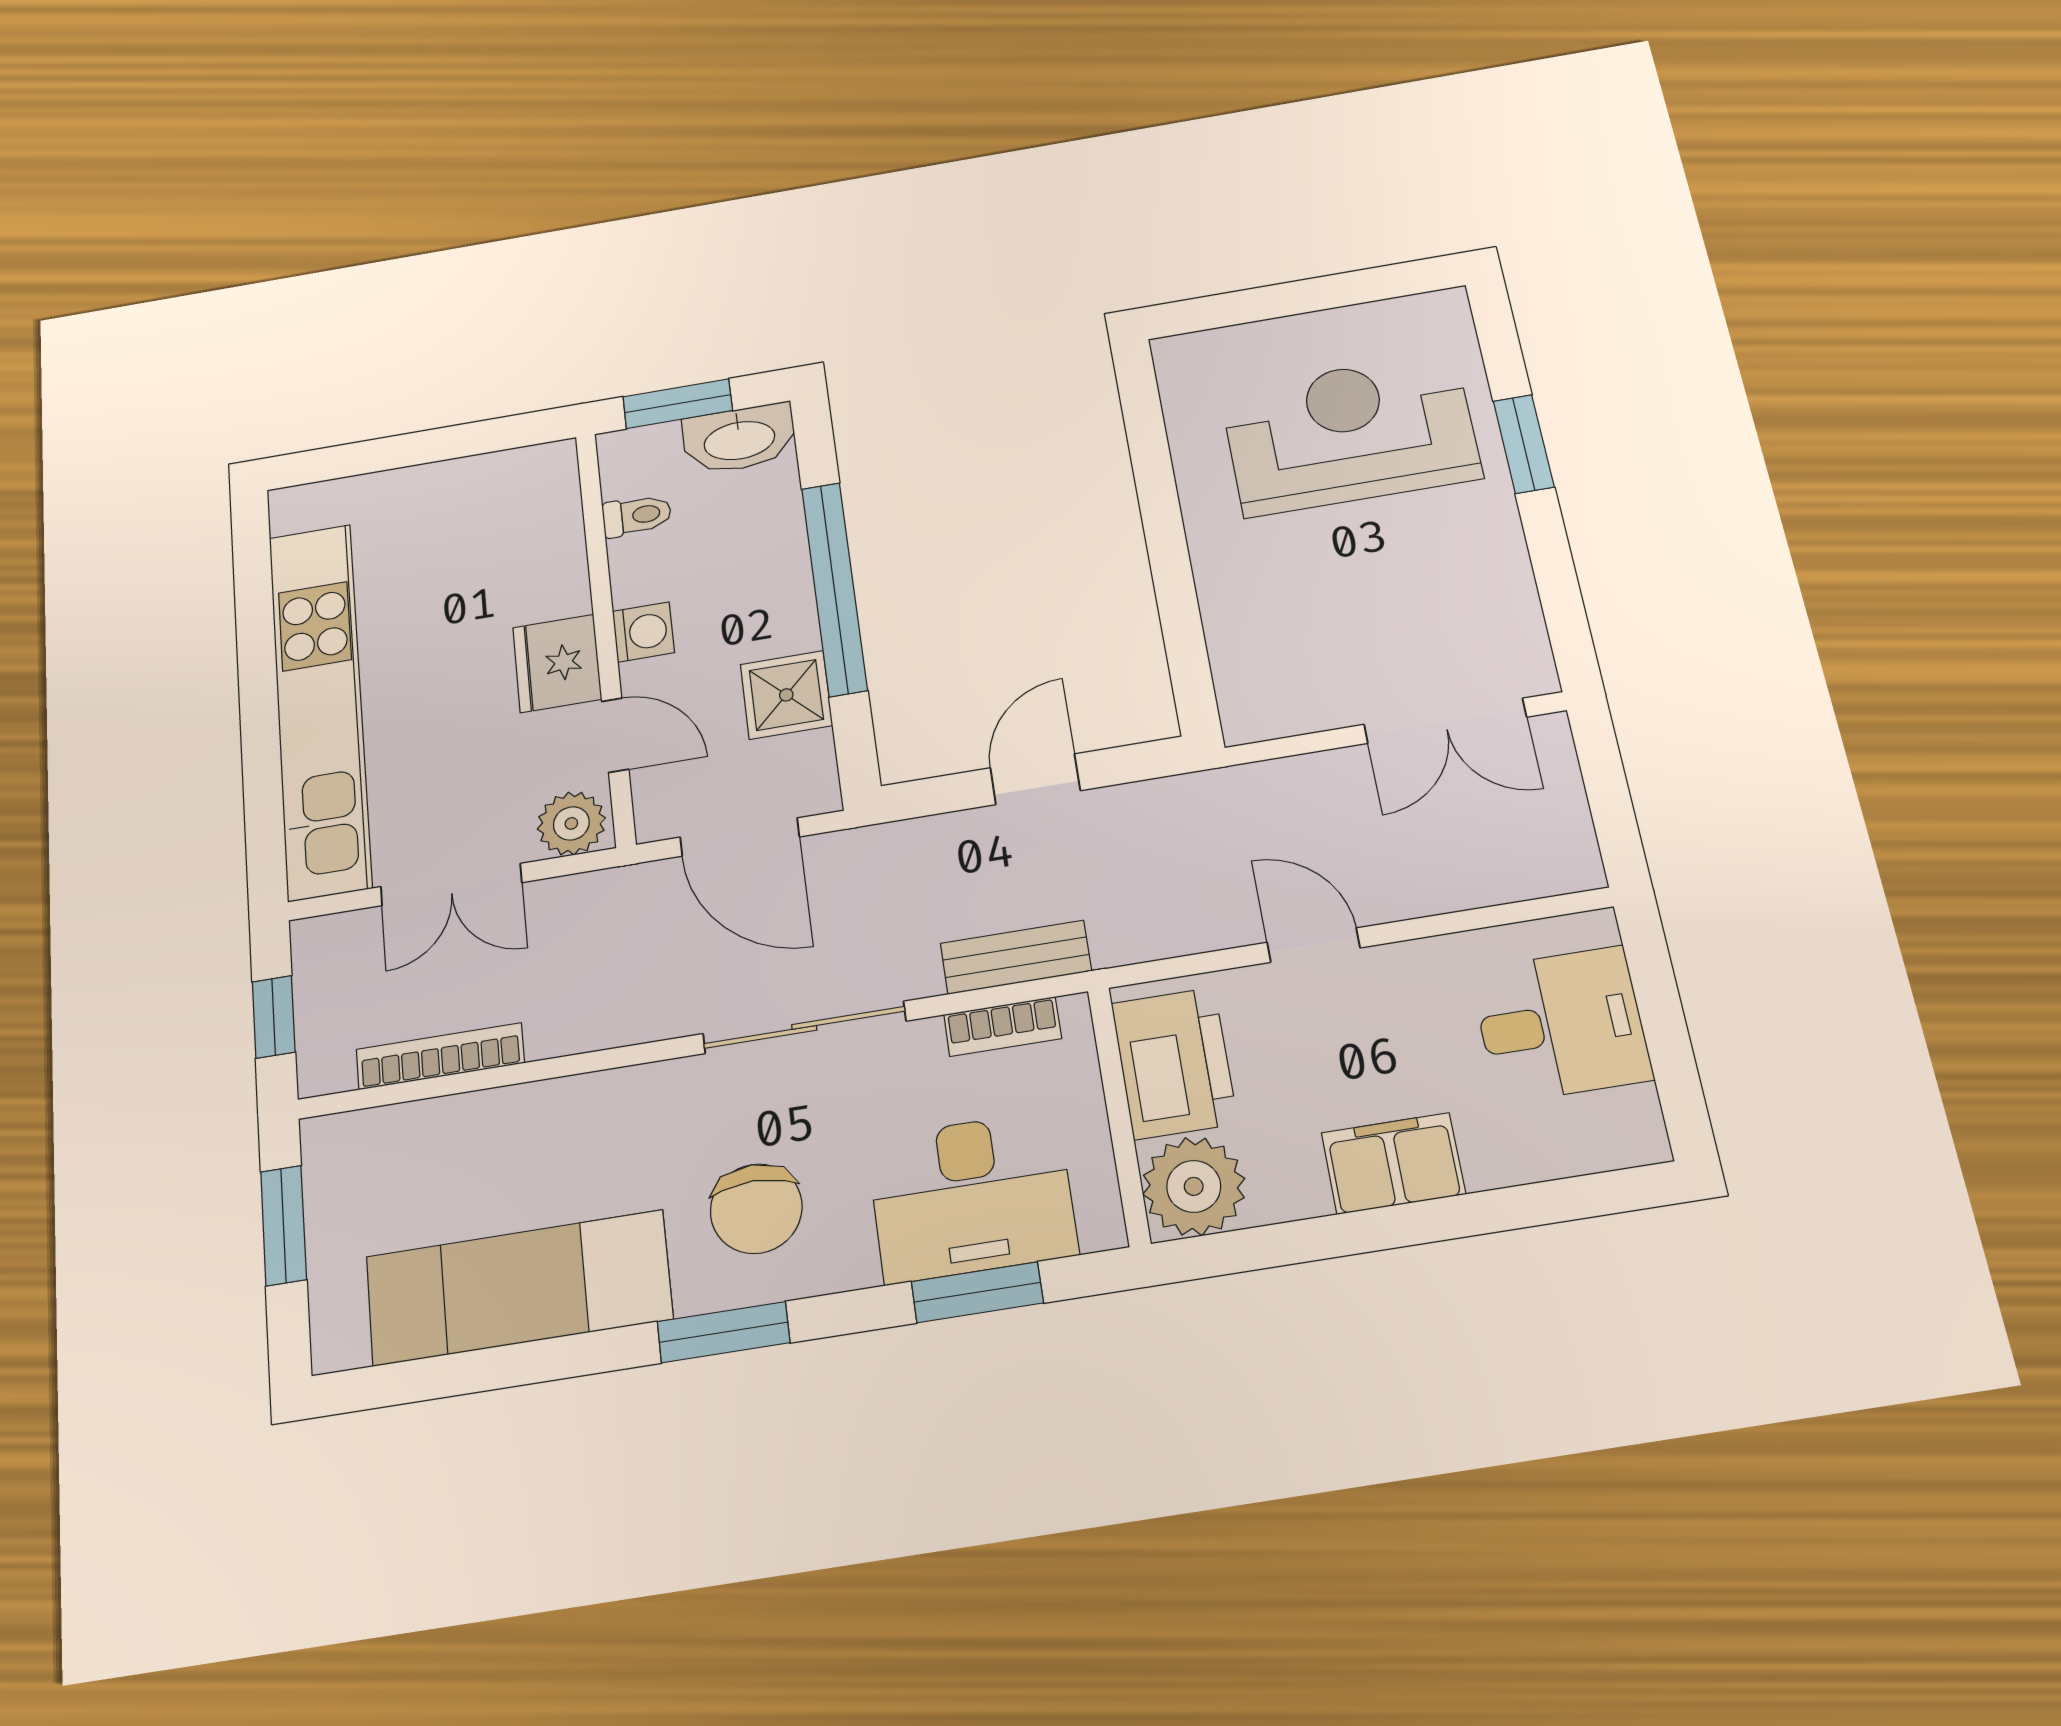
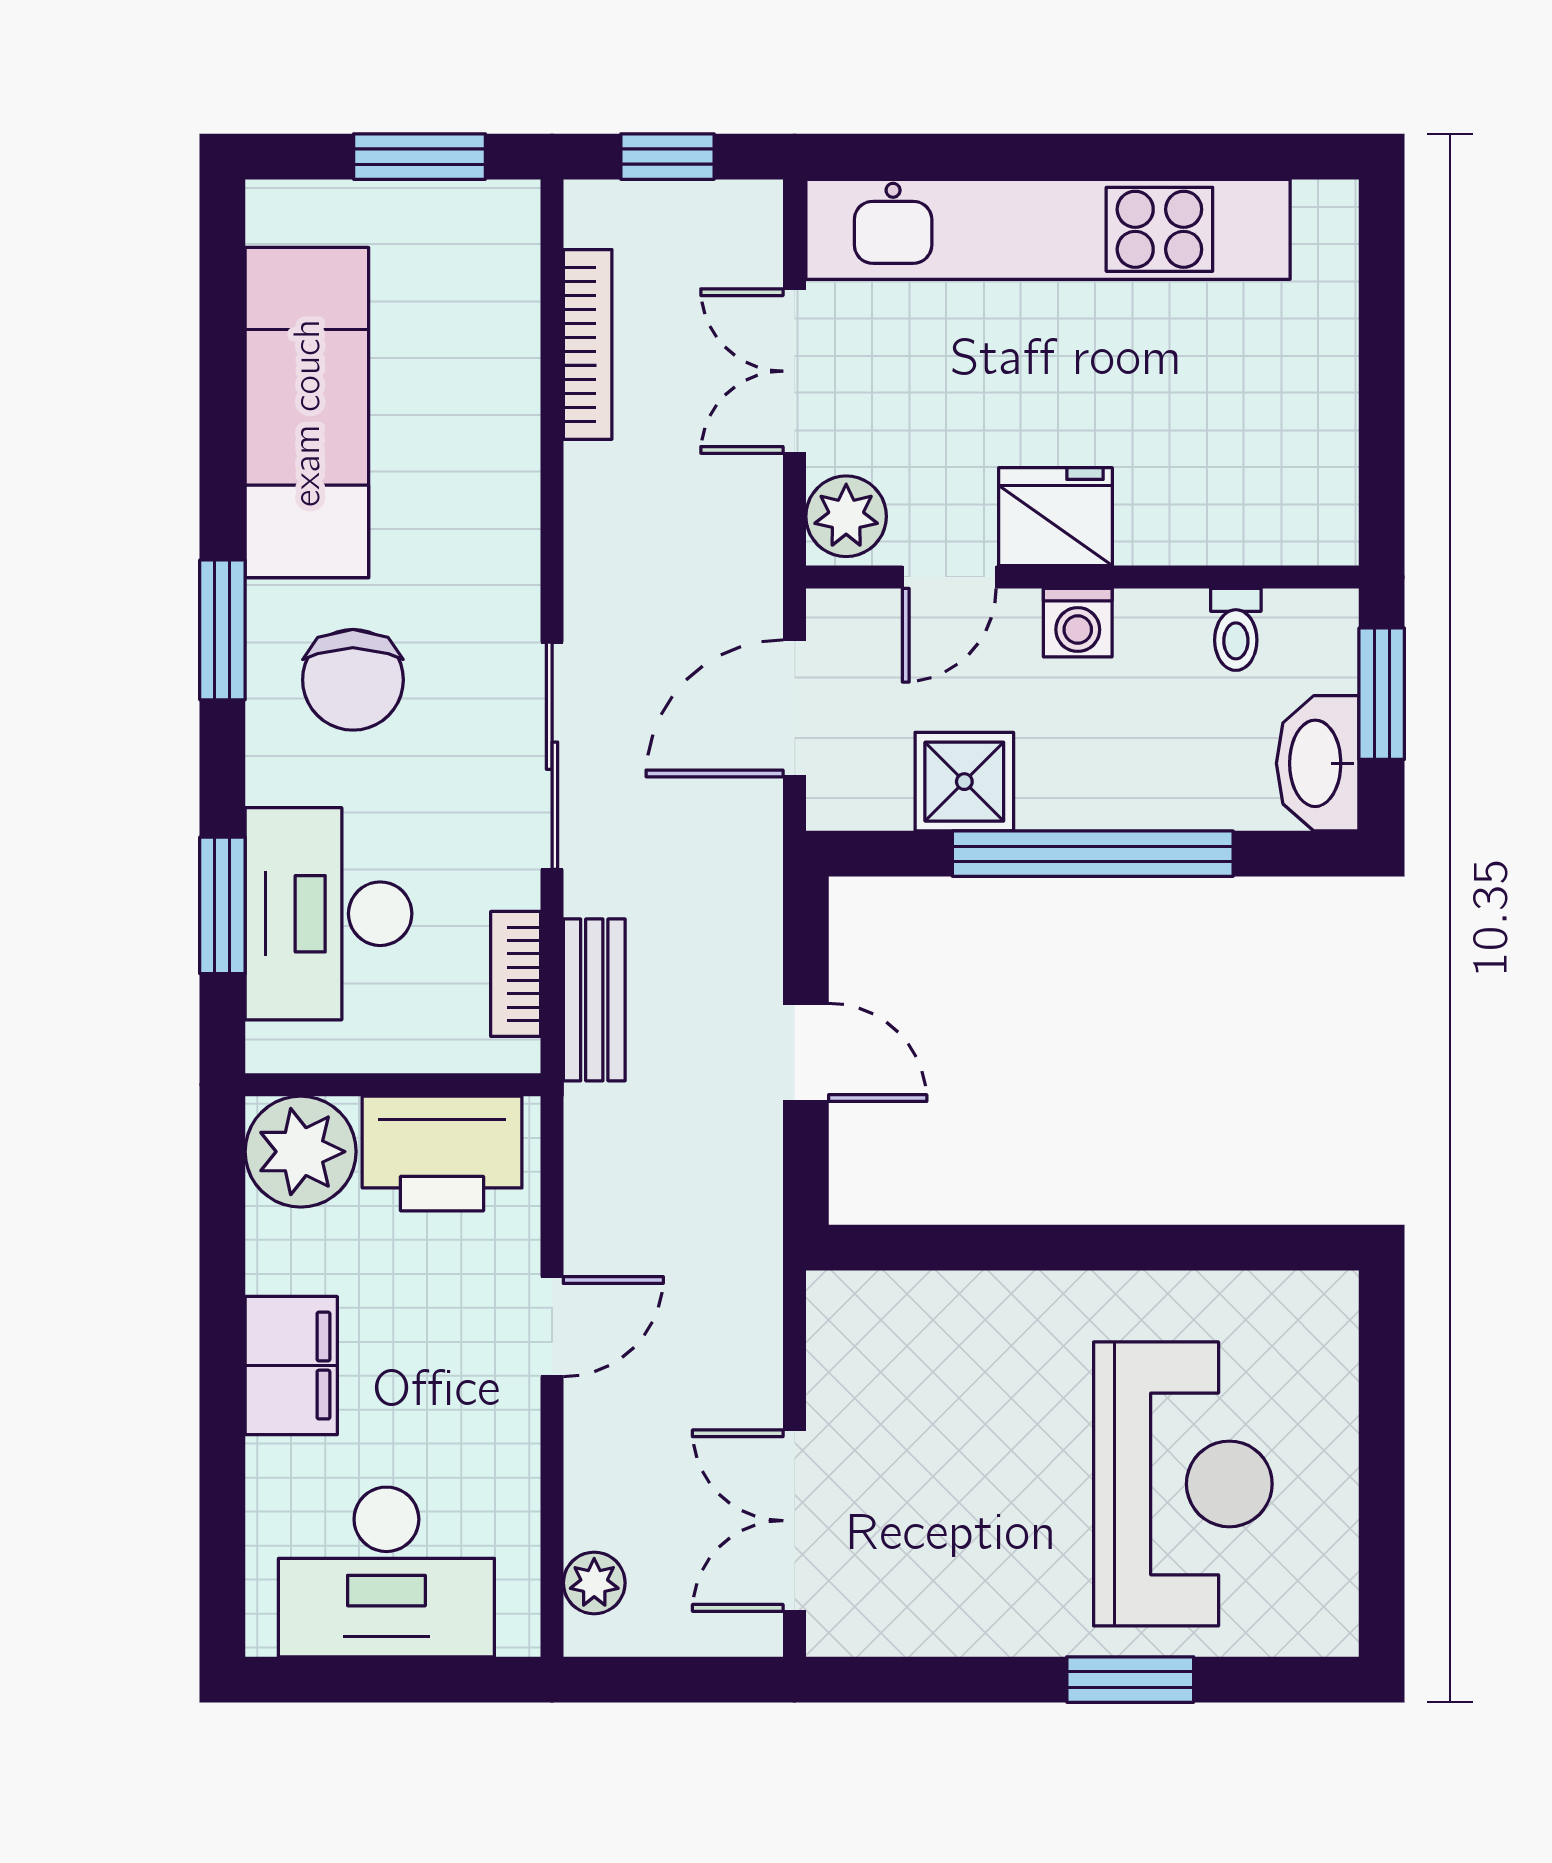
plant: (1537, 873) -> (594, 1583), added
desk: (1561, 1024) -> (386, 1572), width x1.37
chair: (756, 1209) -> (353, 680), turned -90

